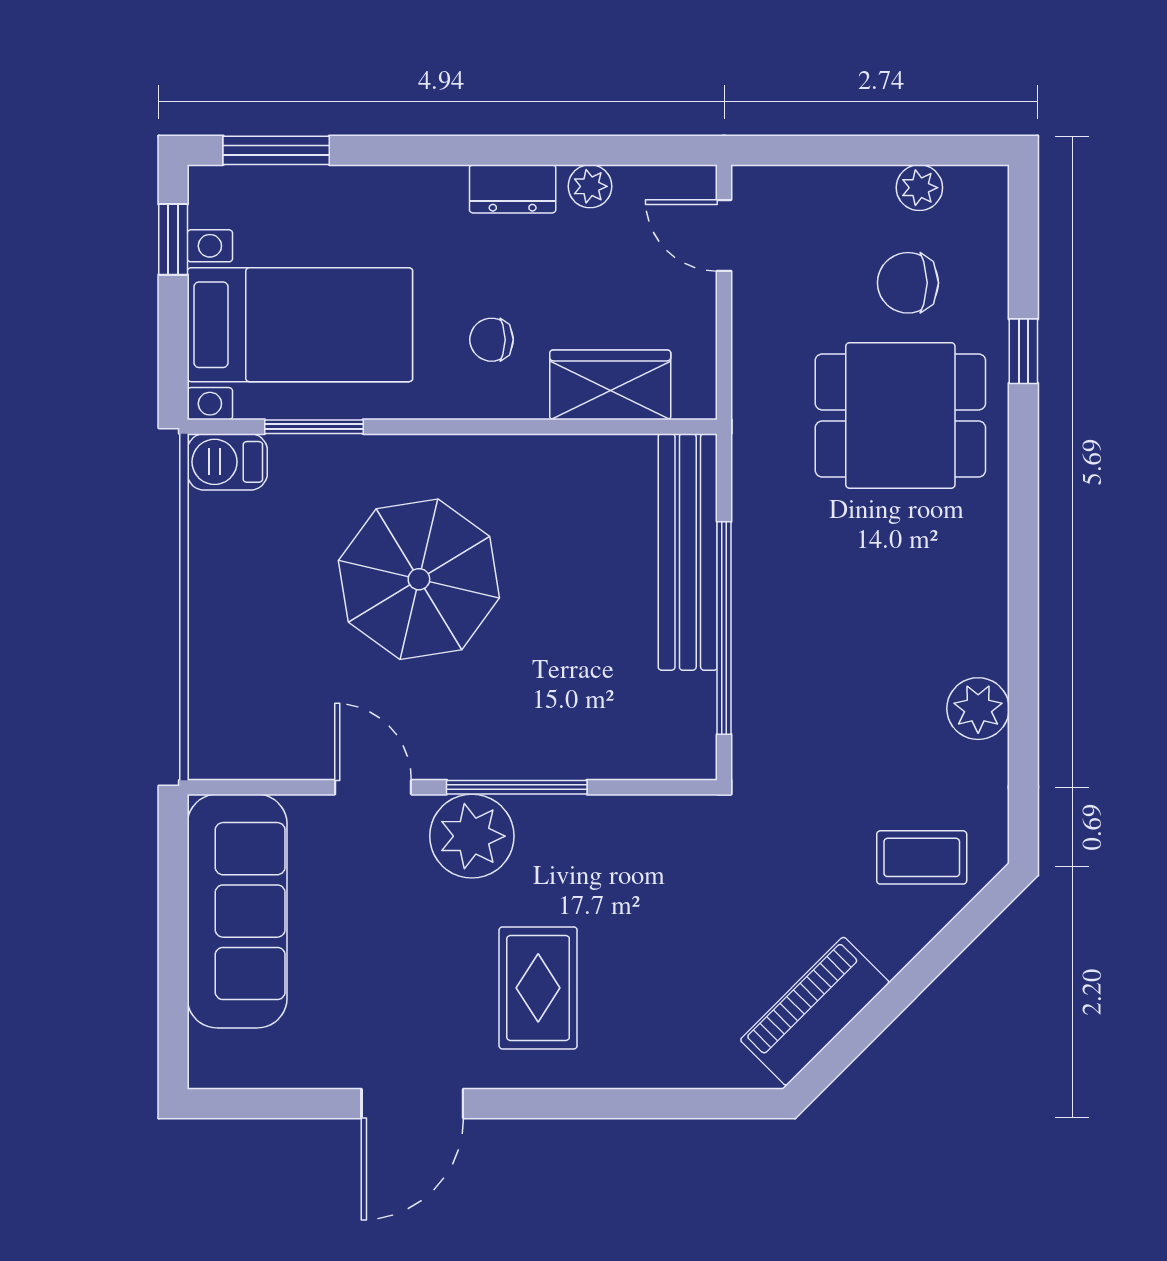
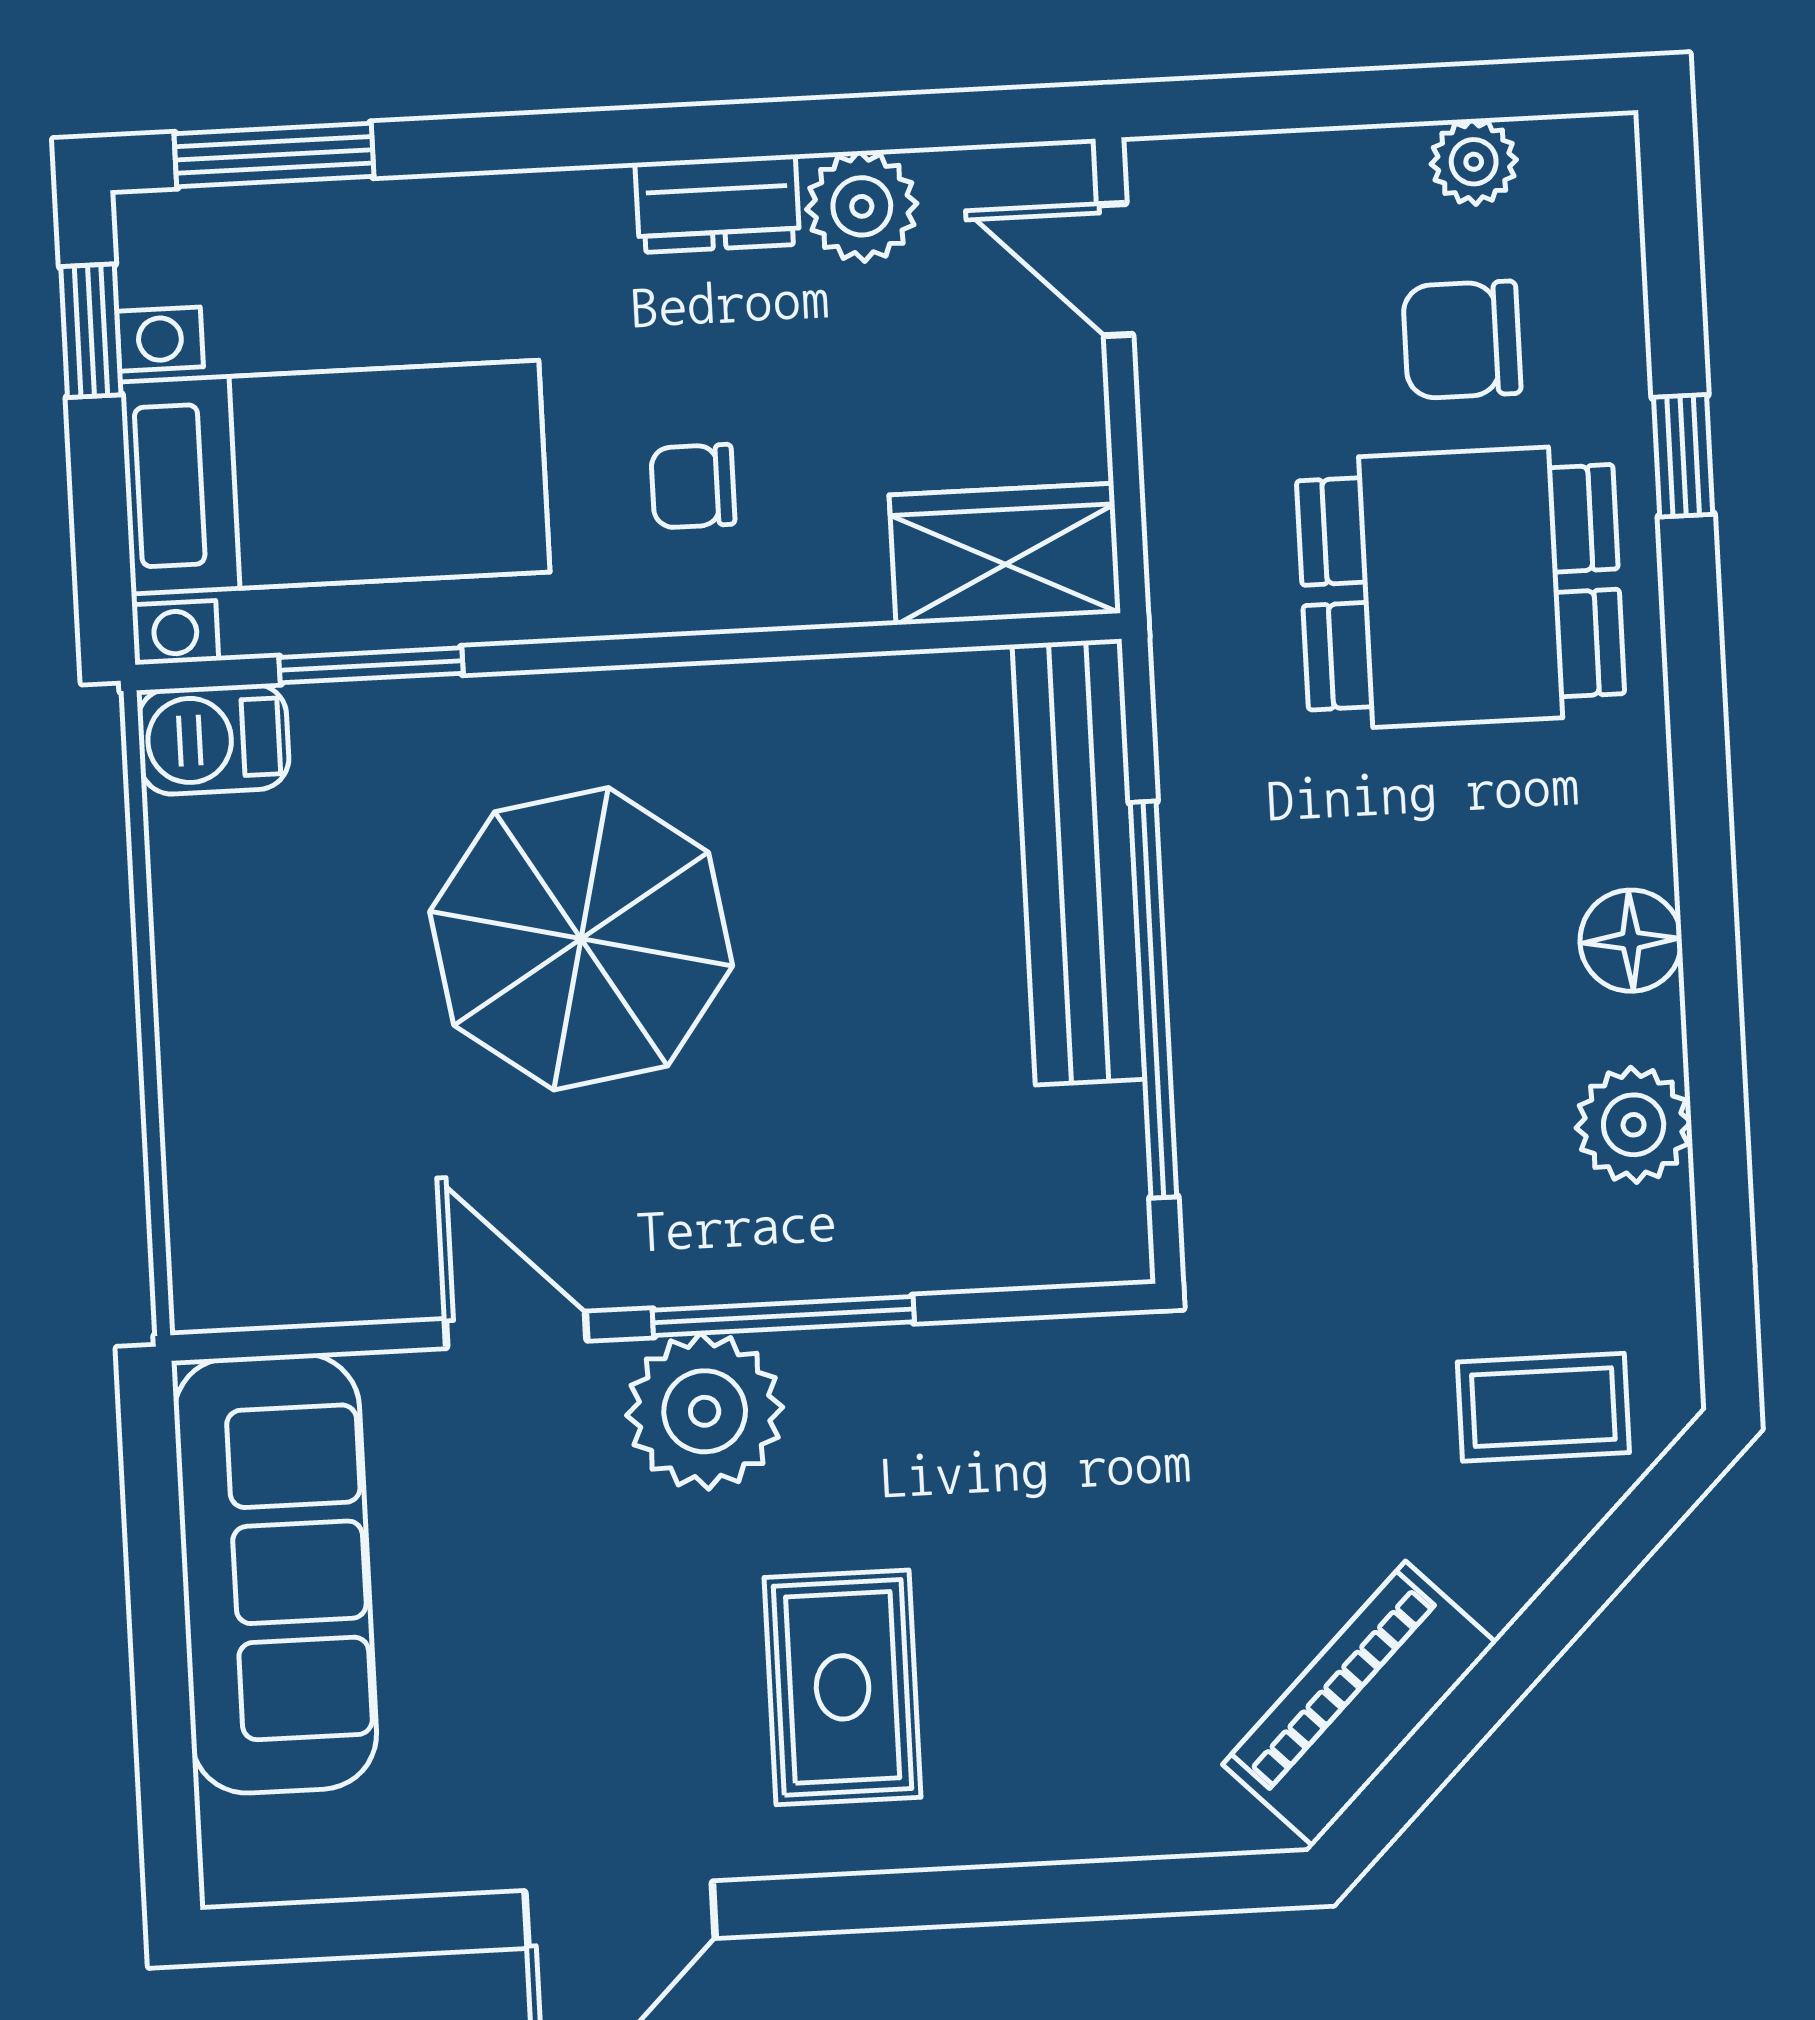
plant: (590, 186) -> (862, 206), width x1.38, depth x1.38
wardrobe: (610, 385) -> (1005, 554), moved
floor lamp: (982, 610) -> (1631, 941), added

